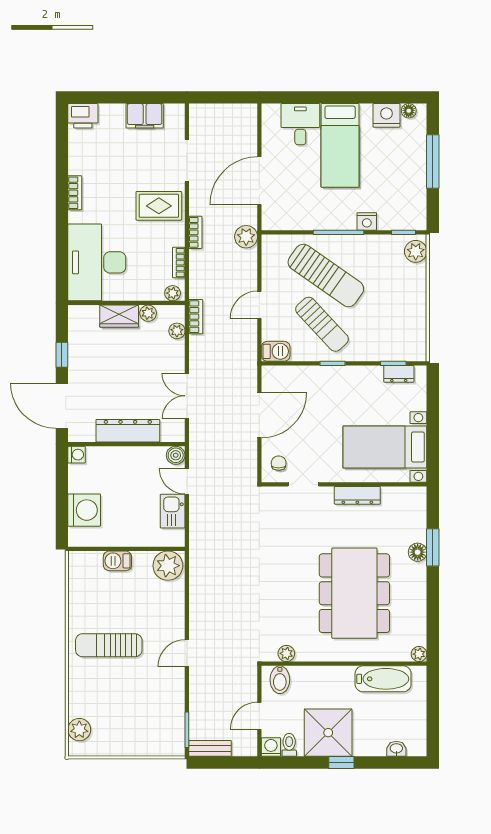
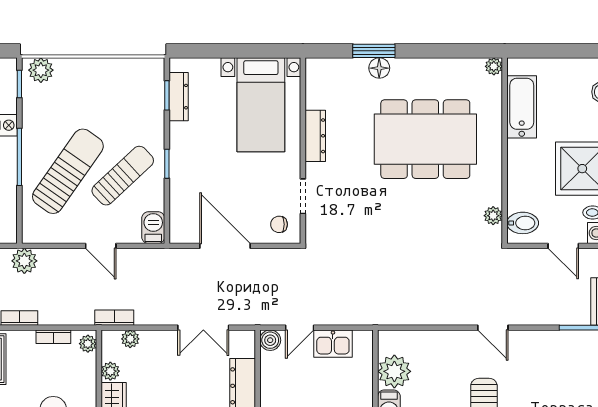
dresser: (399, 374) -> (179, 97), width x1.44
plant: (168, 566) -> (394, 371), moved

